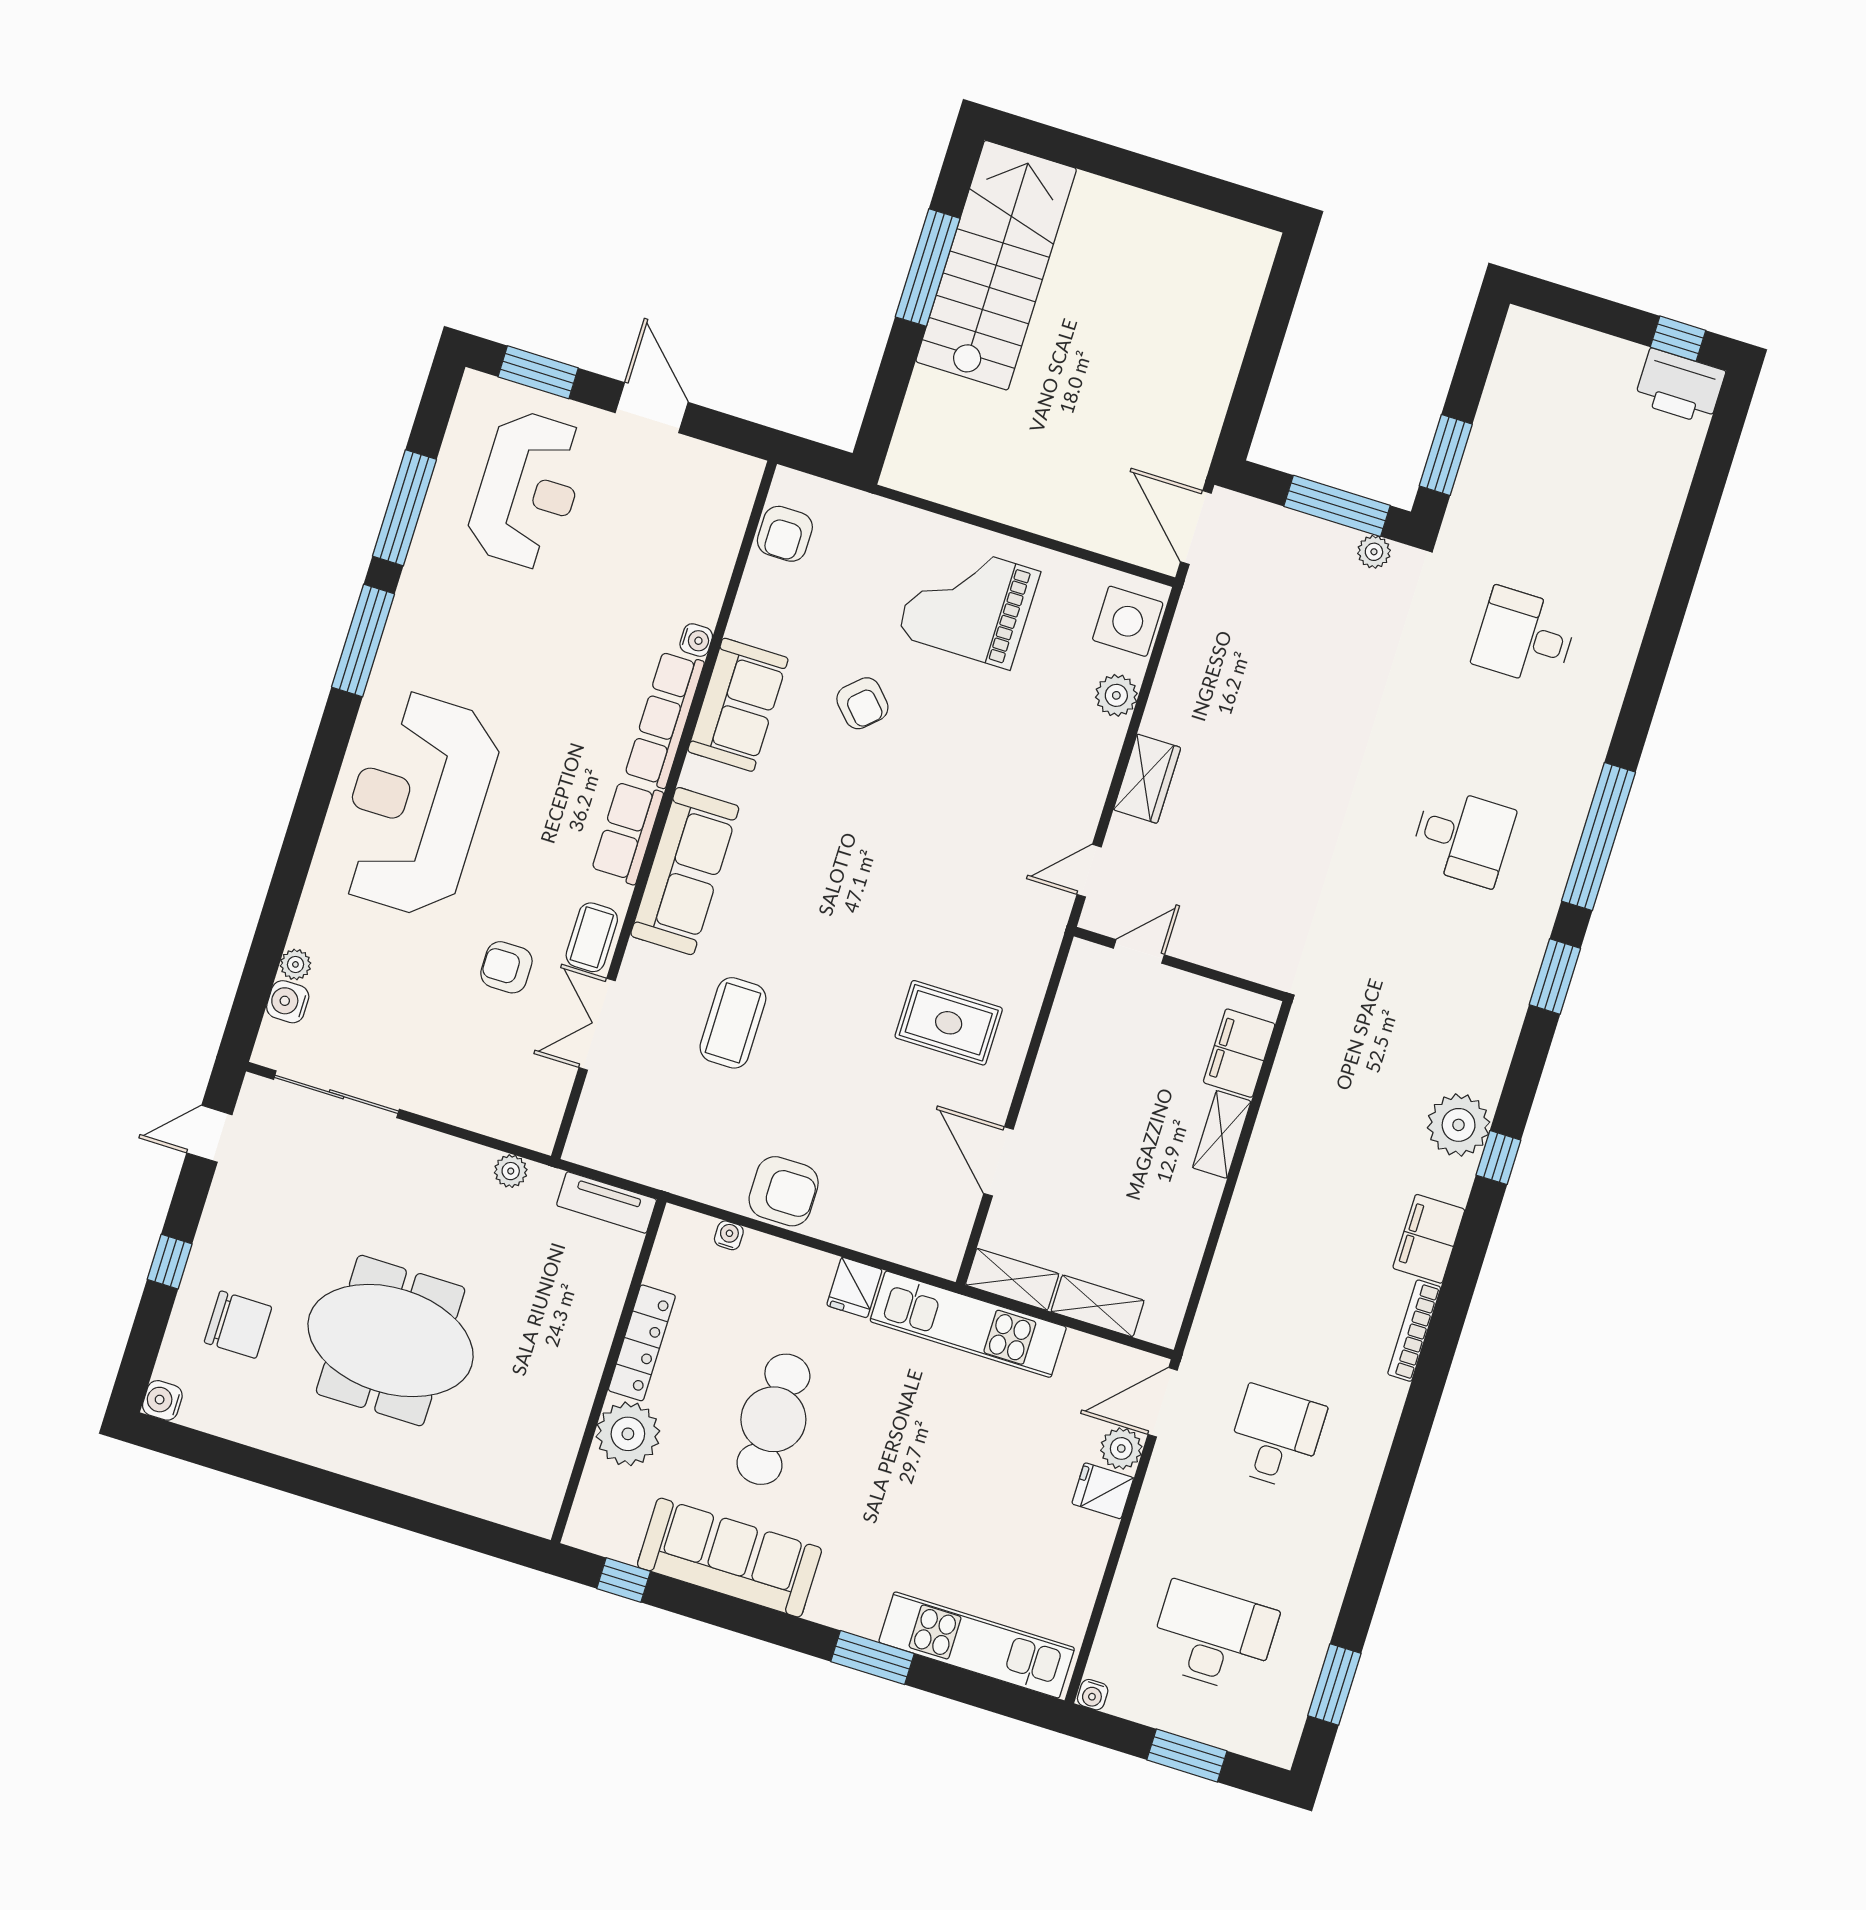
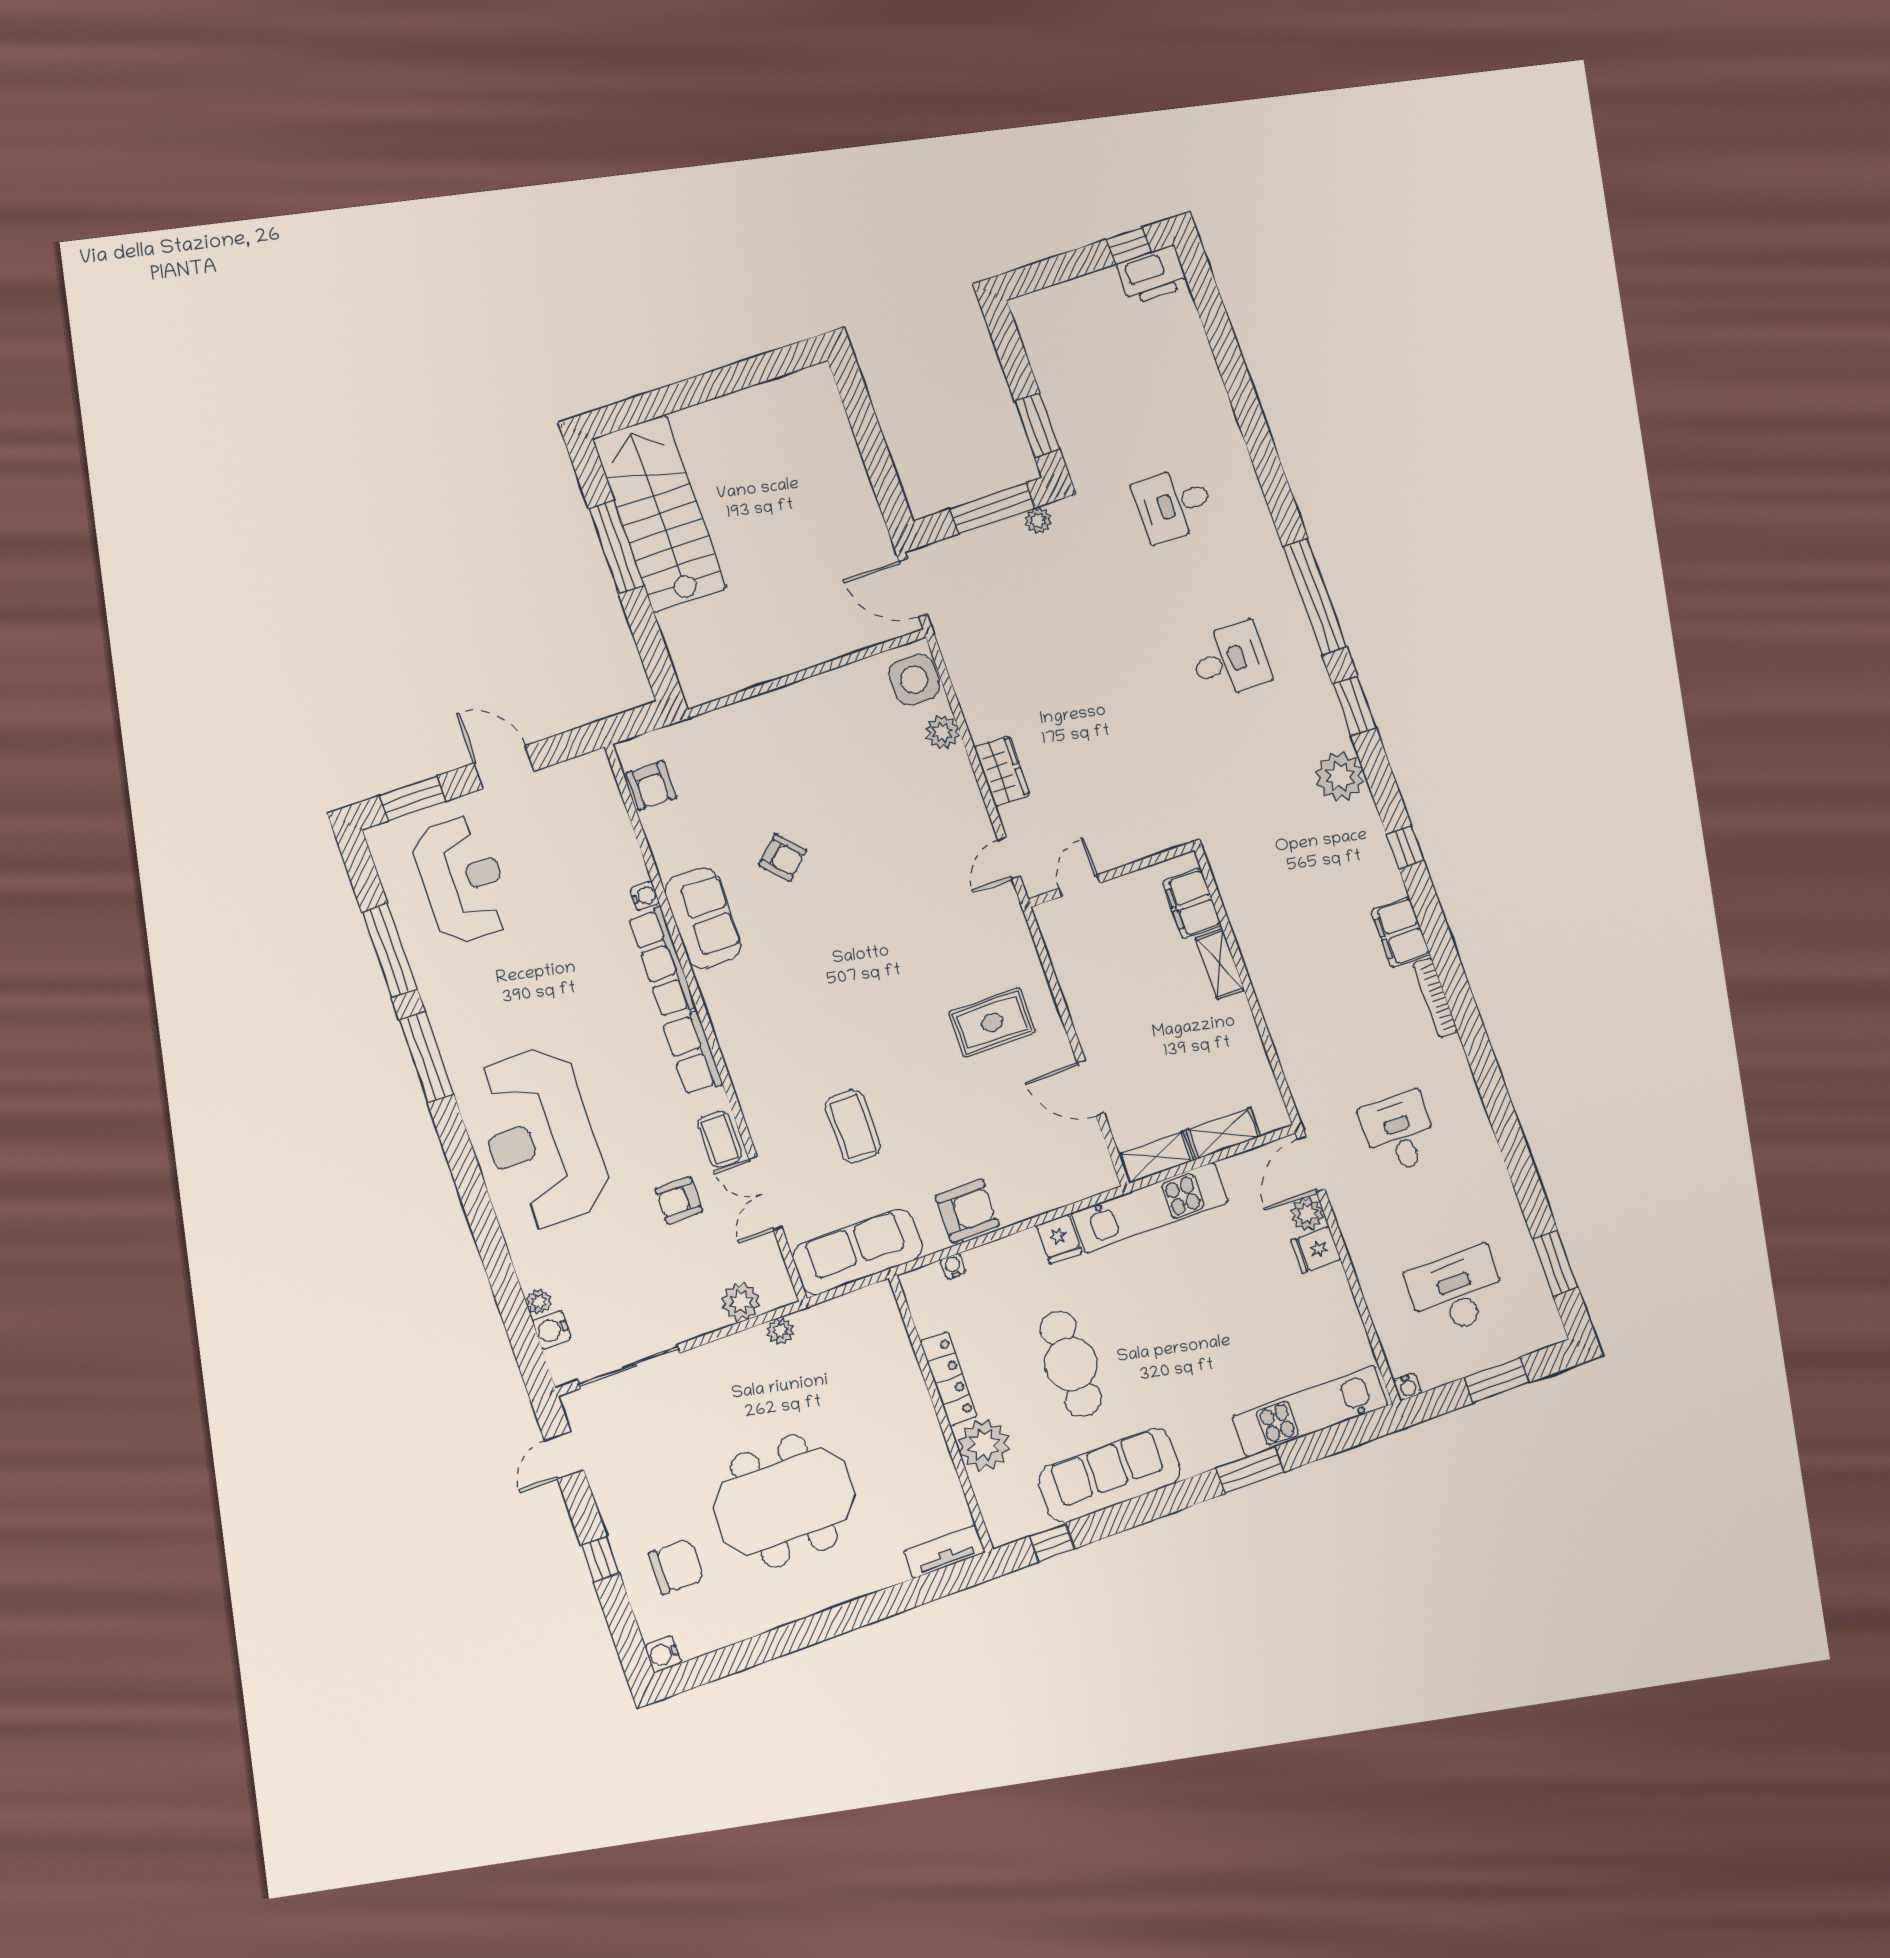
grand piano: (968, 603) -> (803, 743), removed
sofa: (685, 871) -> (858, 1252), moved, turned -90
plant: (493, 1113) -> (741, 1302), added
plant: (1459, 1125) -> (1340, 777), moved
tv unit: (607, 1202) -> (945, 1552), moved, turned 180

